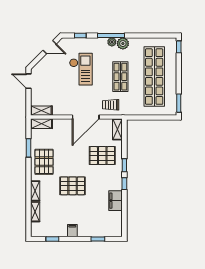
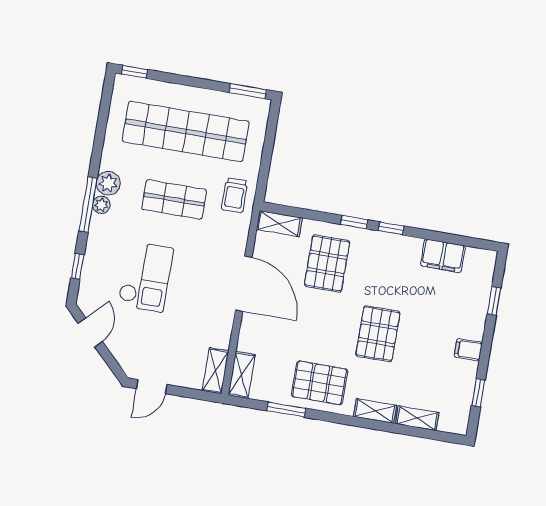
checkout: (81, 69) -> (146, 277), turned 90
trolley: (111, 105) -> (234, 195), moved
filing cabinet: (116, 201) -> (443, 256), moved

